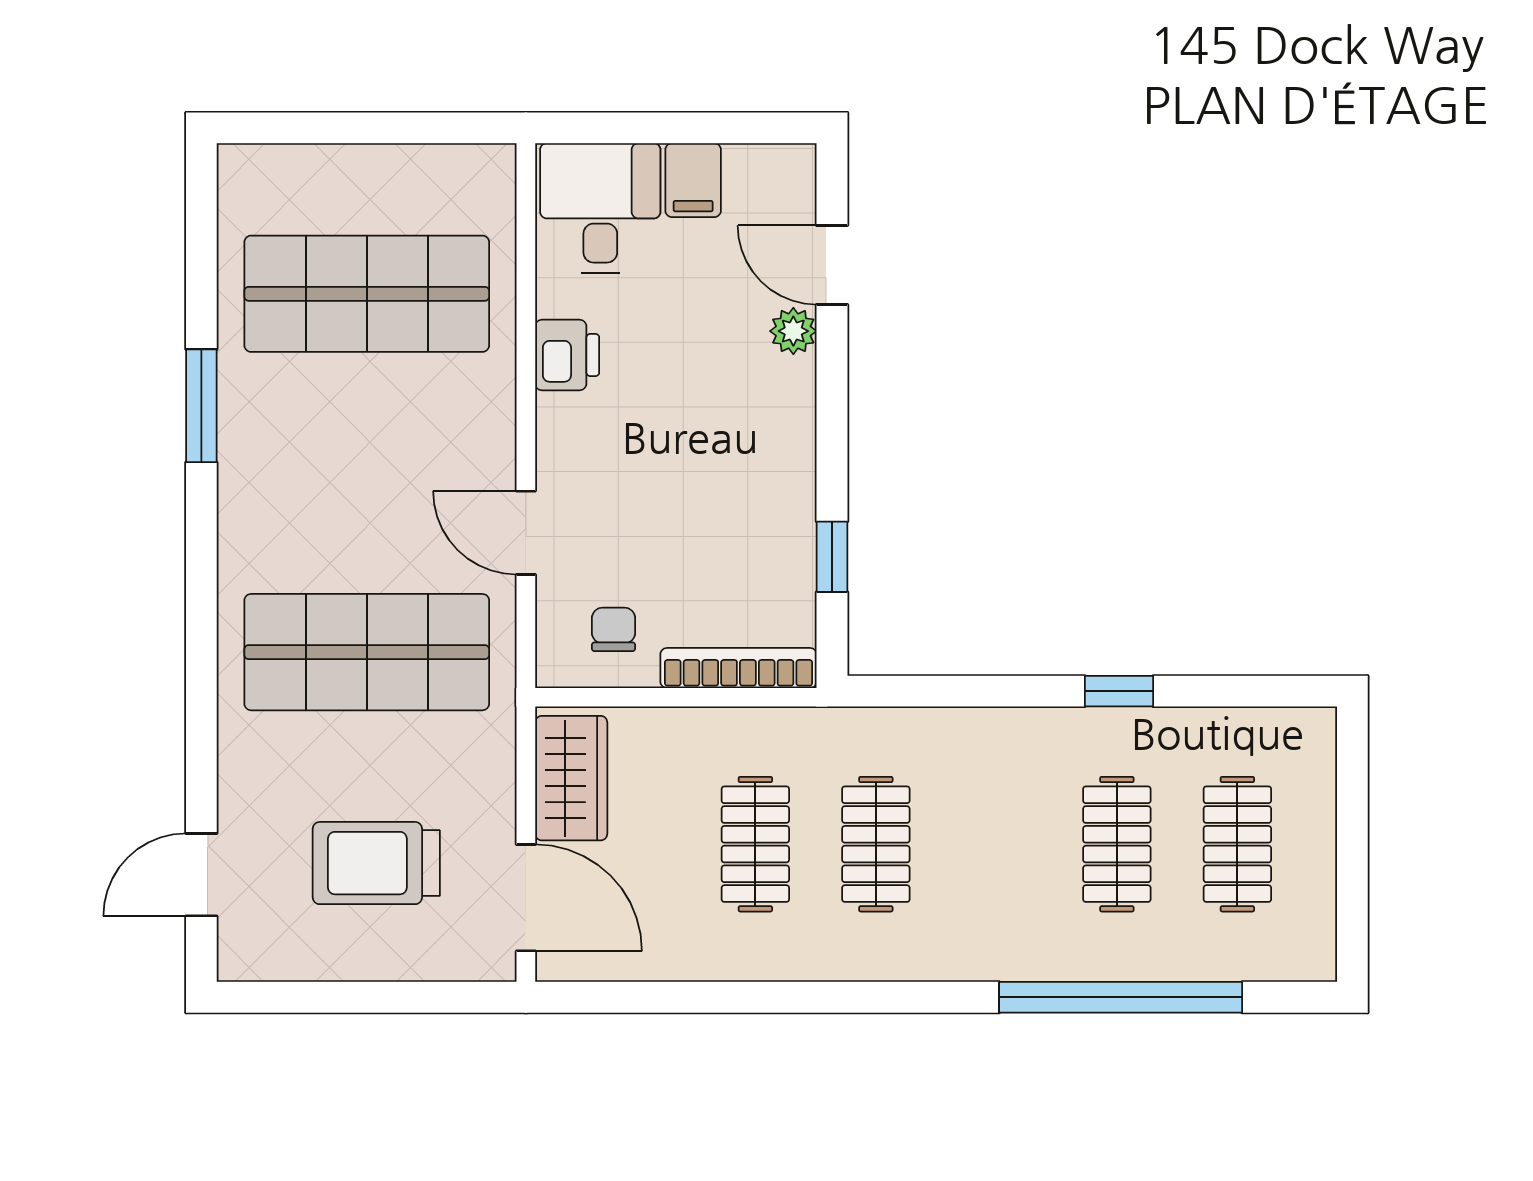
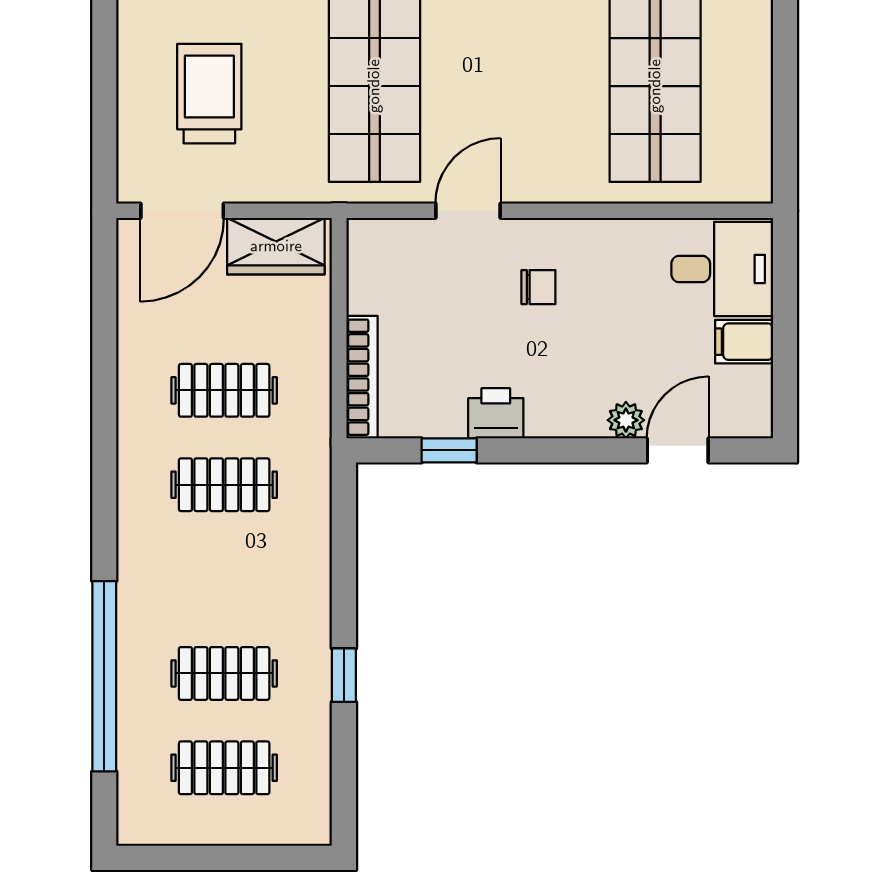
printer: (567, 355) -> (496, 413), moved, turned 180
chair: (614, 629) -> (538, 287), moved

